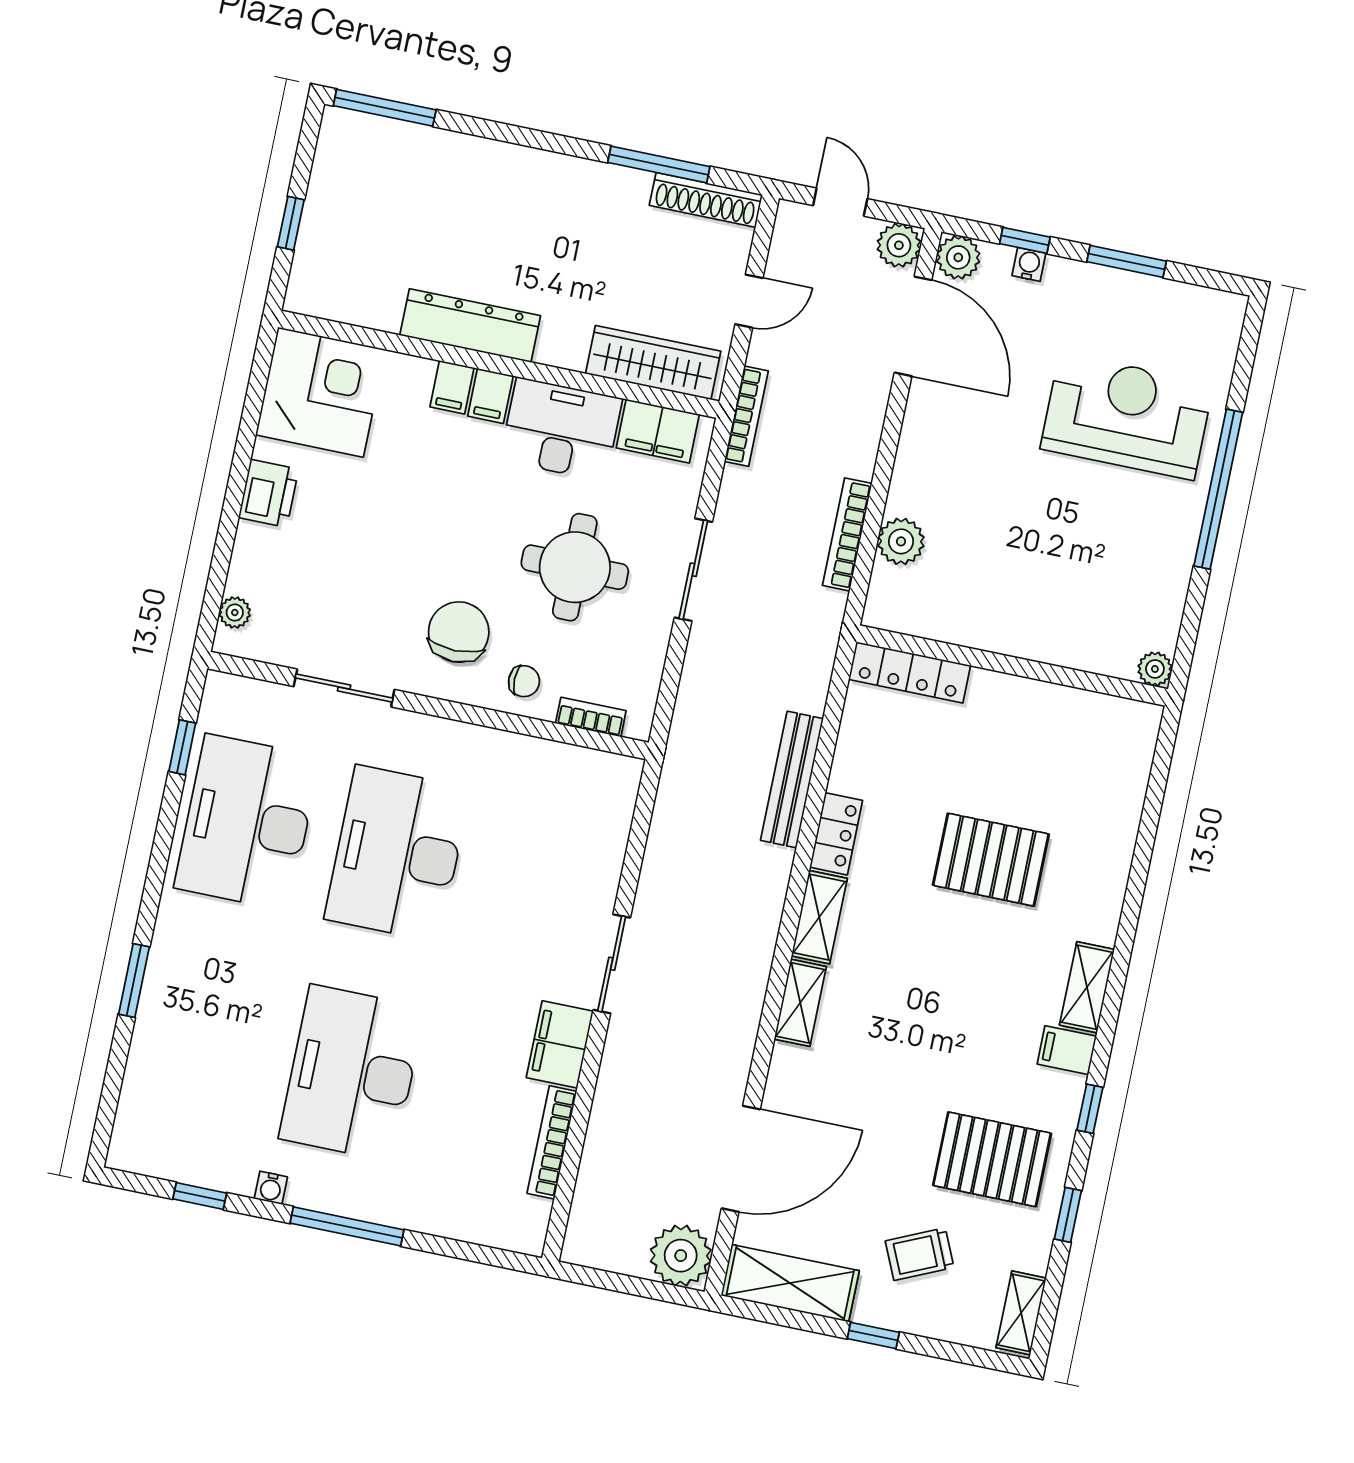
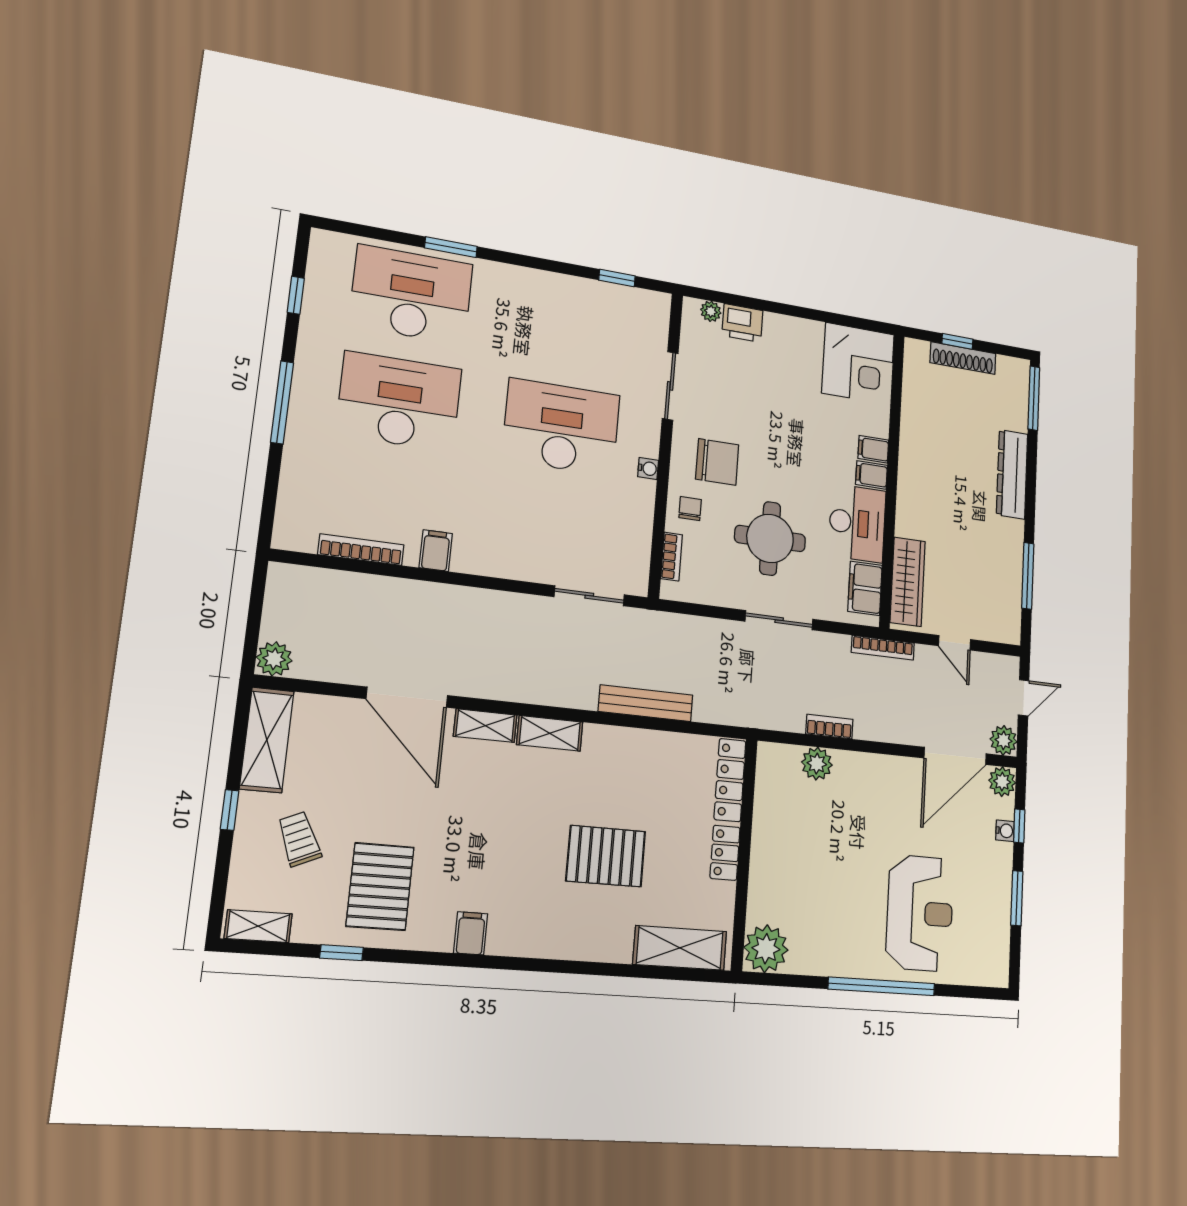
shoe rack: (706, 200) -> (963, 358), moved, turned -90
dresser: (470, 326) -> (1012, 474), moved, turned 180
printer: (269, 493) -> (742, 323), moved
bookcase: (847, 534) -> (829, 727), width x0.64
plant: (1155, 669) -> (766, 949), width x1.87, depth x1.87
chair: (524, 681) -> (690, 509), turned 180
desk: (247, 822) -> (411, 295), moved
locker: (836, 834) -> (725, 853), moved, turned 90
pallet: (991, 860) -> (606, 856), turned 90
sliding door: (612, 964) -> (589, 596), moved
shelving: (1087, 987) -> (680, 948), moved, width x1.50, depth x1.33
filing cabinet: (560, 1044) -> (436, 551), width x0.50
window: (1090, 1109) -> (427, 958), removed
door: (741, 1159) -> (407, 697), moved
water cooler: (271, 1188) -> (648, 468), moved, turned 180
plant: (681, 1256) -> (274, 659), width x0.73, depth x0.73

